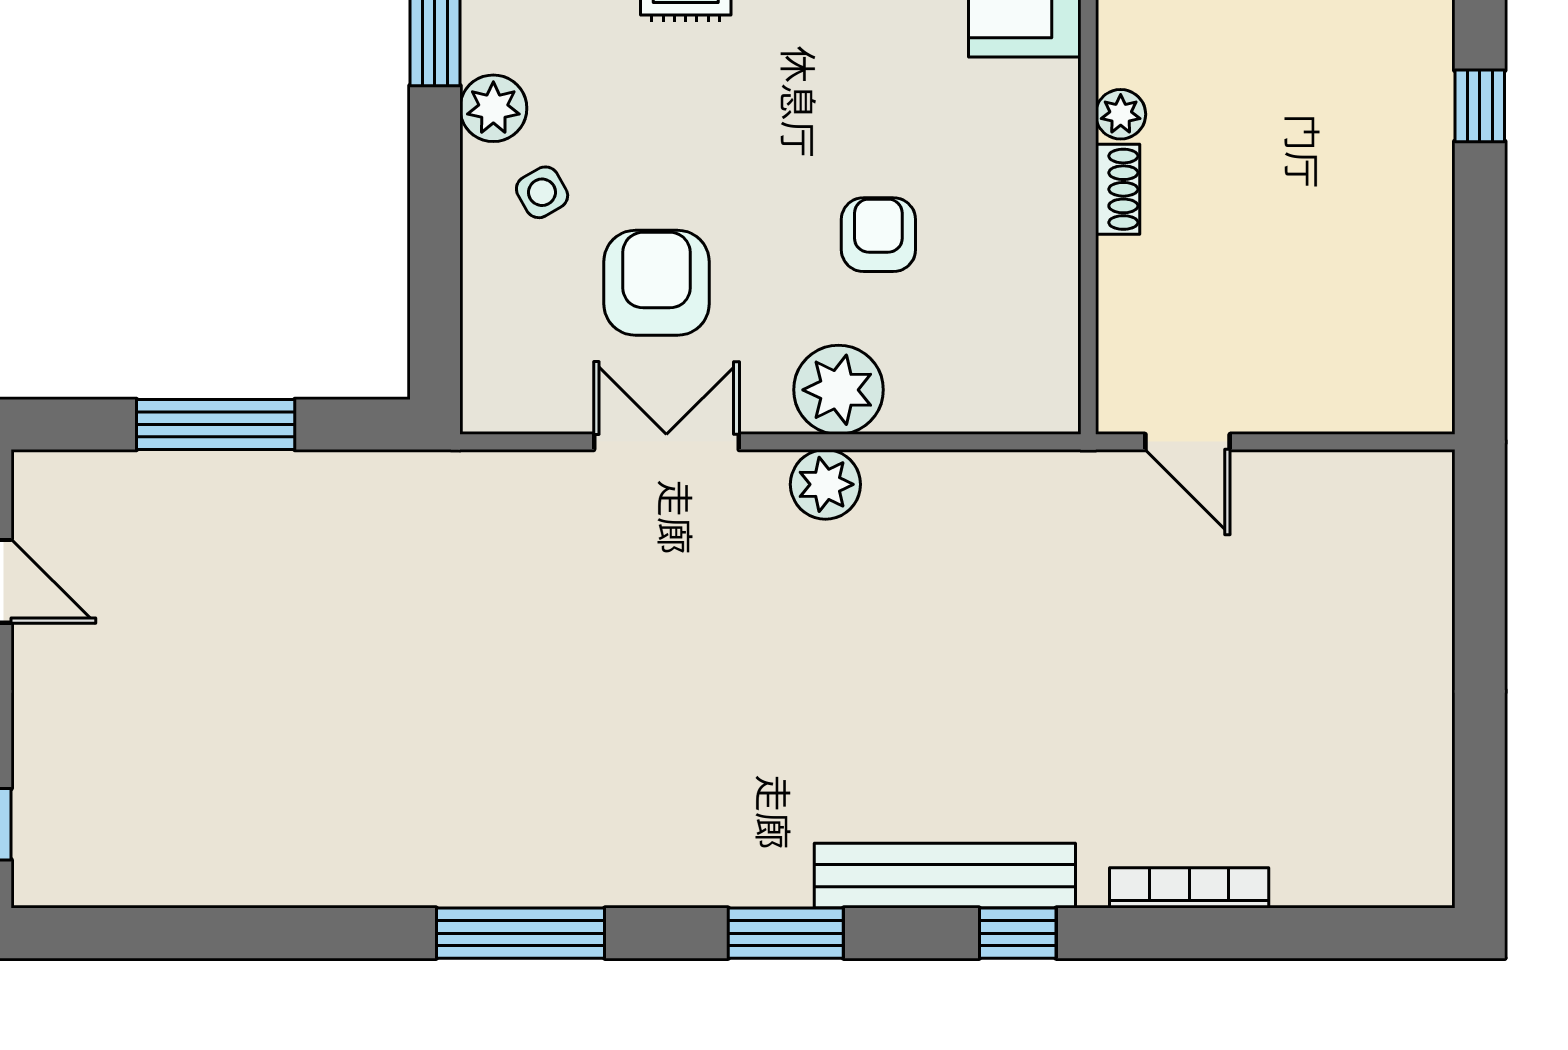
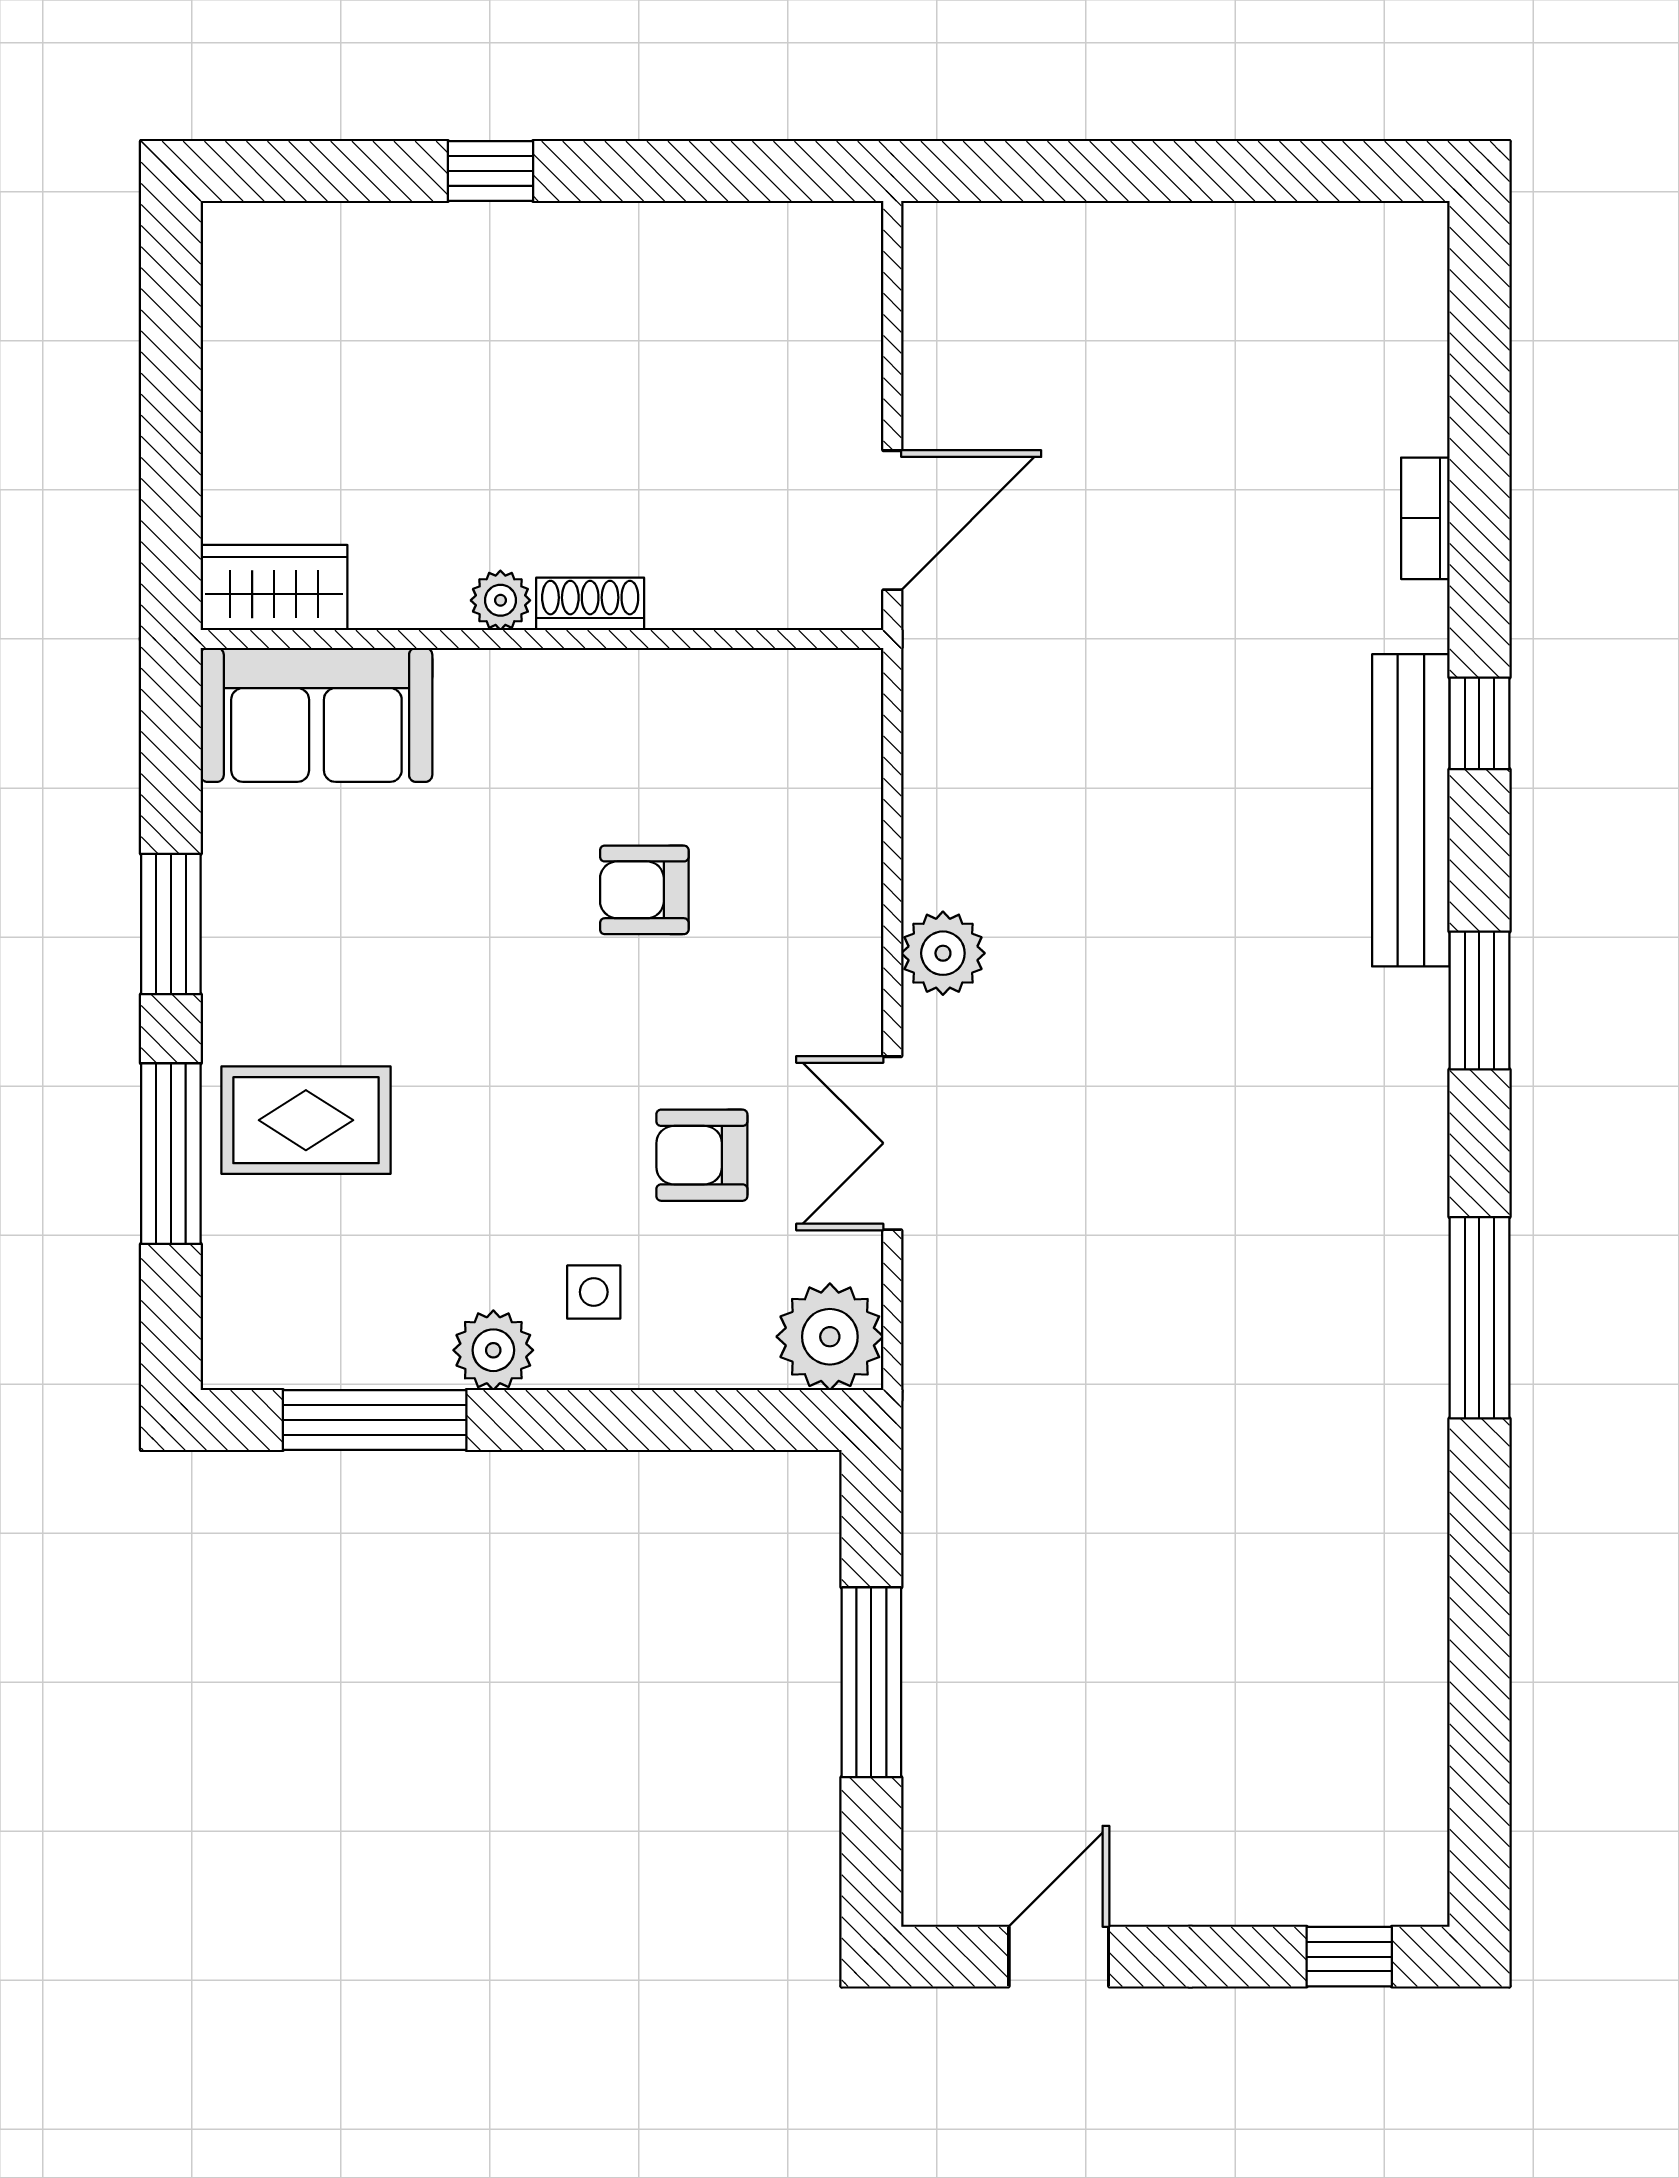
side table: (542, 192) -> (594, 1292), turned 30
armchair: (656, 283) -> (702, 1155), width x0.72, depth x0.72
plant: (838, 390) -> (830, 1337), moved
door: (1188, 442) -> (892, 520), width x1.38
bookcase: (1189, 888) -> (1425, 518), width x0.64

